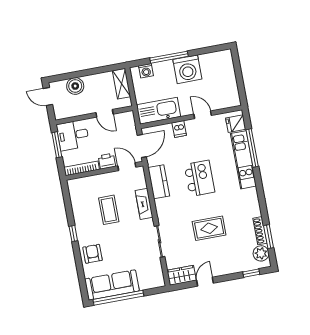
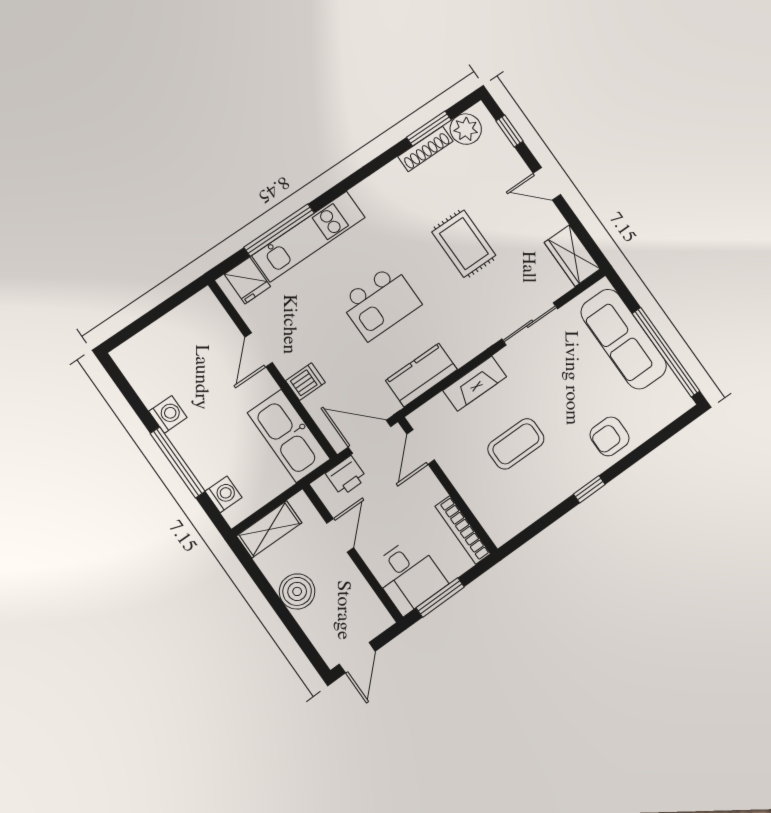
washing machine: (187, 69) -> (168, 414), width x0.53, depth x0.53
boiler: (75, 86) -> (297, 591), moved
printer: (107, 161) -> (346, 476), moved, turned -90
kitchen island: (199, 178) -> (380, 303), turned 180
door: (205, 282) -> (547, 184), moved
sofa: (112, 285) -> (624, 339), moved

